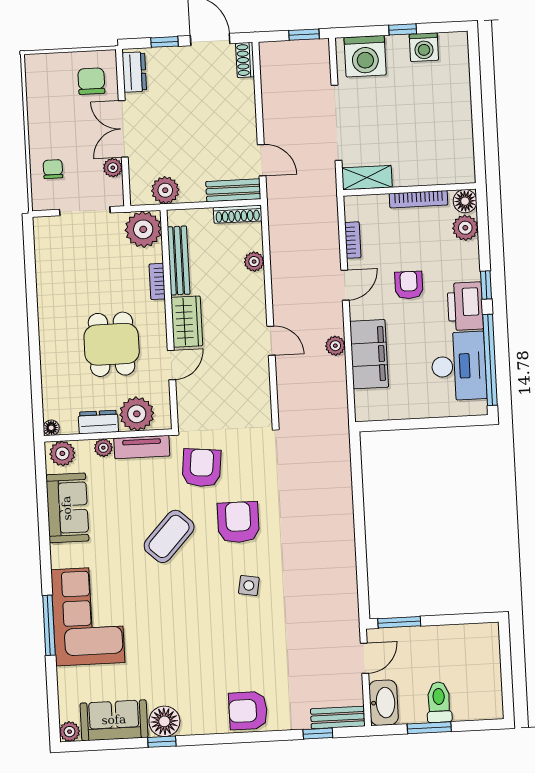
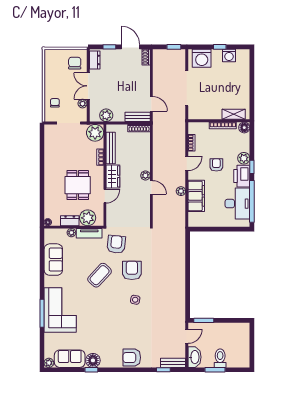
shelving: (367, 178) -> (234, 114), moved
plant: (465, 228) -> (244, 158), moved
plant: (254, 262) -> (145, 175), moved
plant: (62, 453) -> (52, 234), removed

